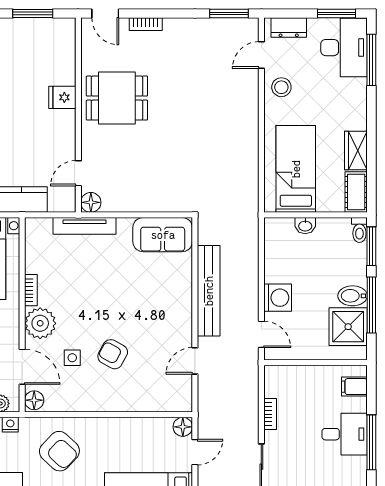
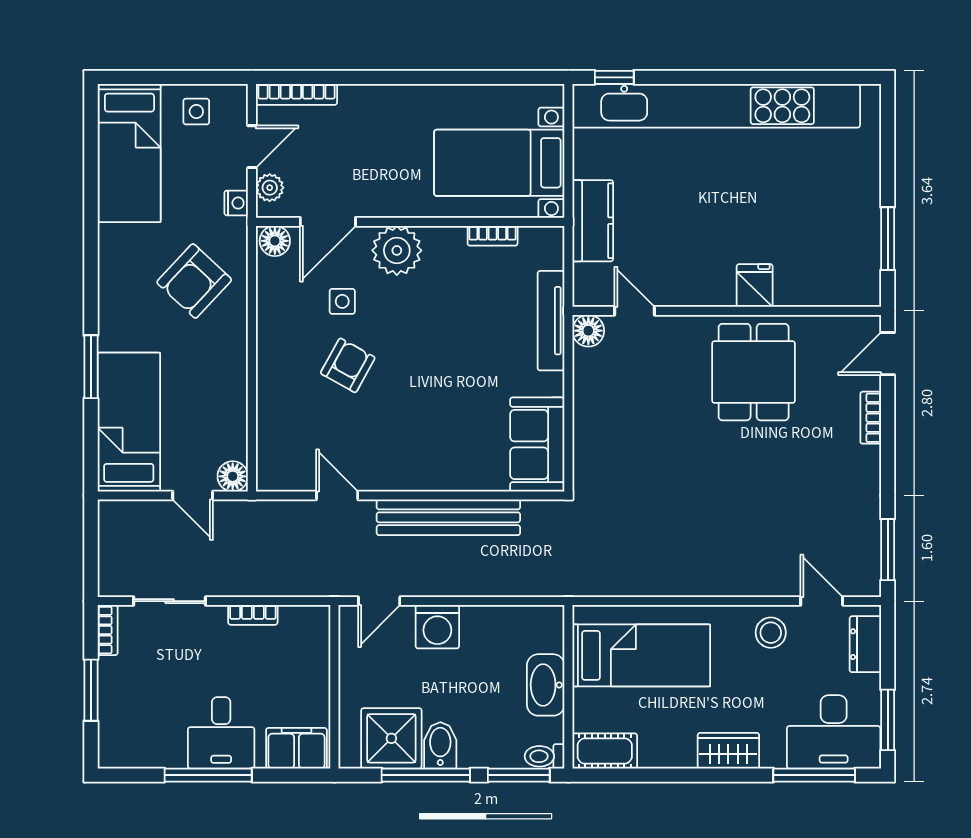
wardrobe: (356, 151) -> (728, 751), moved
washbasin: (305, 226) -> (546, 685), width x1.91, depth x1.45
bookcase: (31, 290) -> (493, 236), moved
filing cabinet: (354, 387) -> (296, 748), width x2.00

